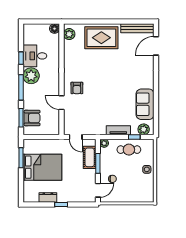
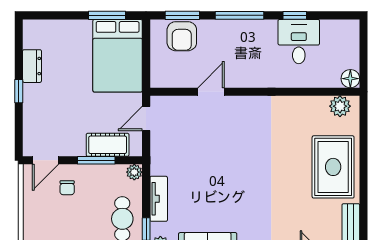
plant: (31, 76) -> (261, 34), removed
armchair: (77, 88) -> (238, 121), removed
bed: (42, 167) -> (118, 56), moved
door: (98, 190) -> (46, 160), hinge flipped

